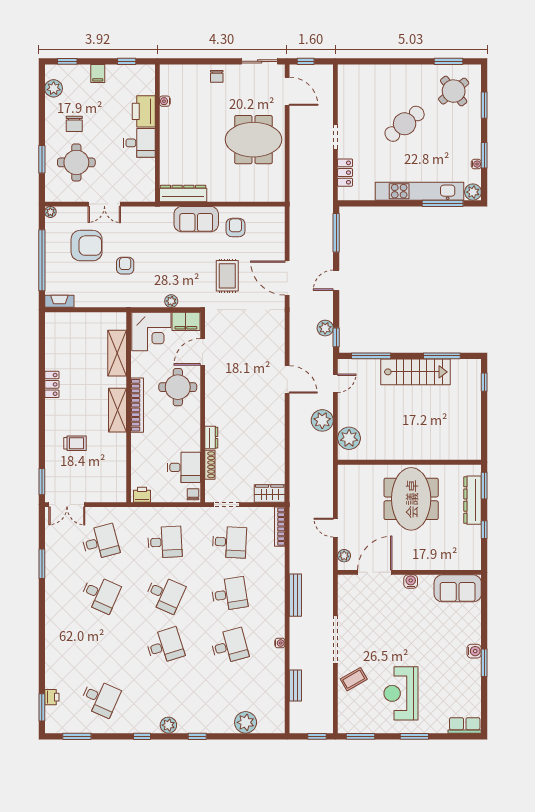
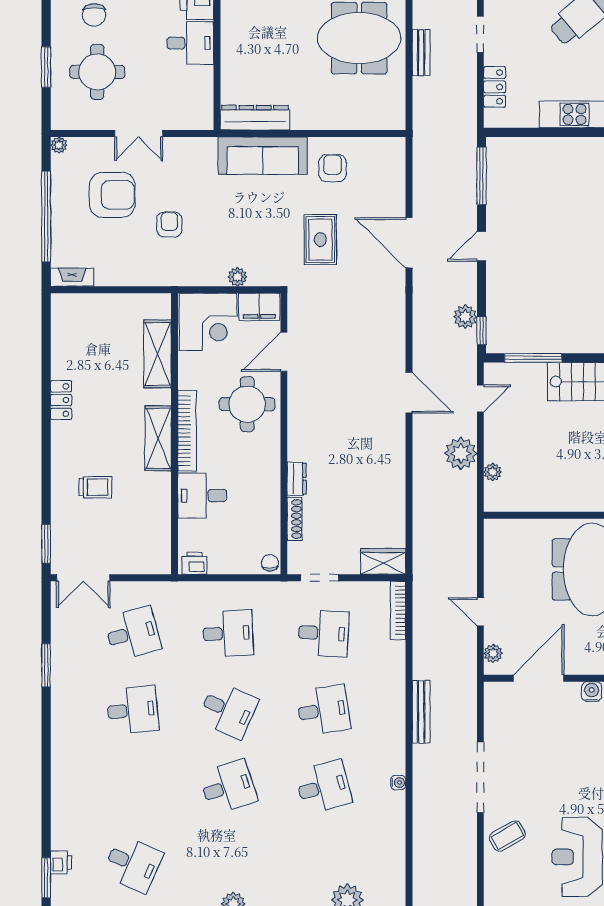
sofa: (196, 219) -> (263, 156), width x1.36
plant: (349, 438) -> (493, 472), width x0.53, depth x0.53
desk: (184, 467) -> (202, 496), moved, turned 180
desk: (100, 594) -> (133, 710), turned -30
bench: (295, 686) -> (421, 52), moved

